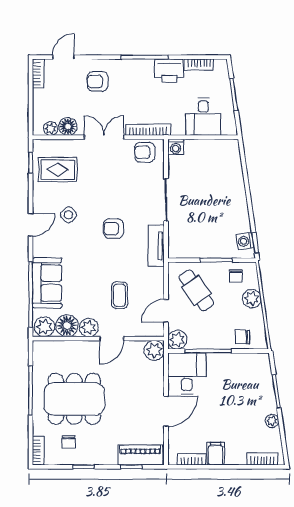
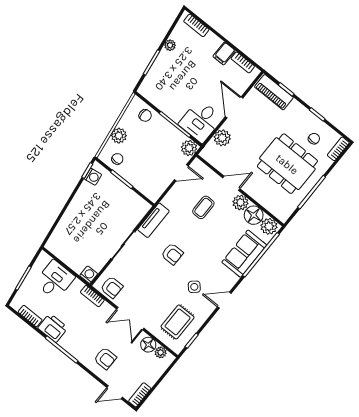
bookcase: (148, 130) -> (92, 296), width x0.64
rug: (58, 170) -> (178, 322), turned 90
cafe table: (196, 290) -> (151, 170), removed
plant: (154, 350) -> (222, 138), moved
door: (166, 411) -> (234, 107), hinge flipped

